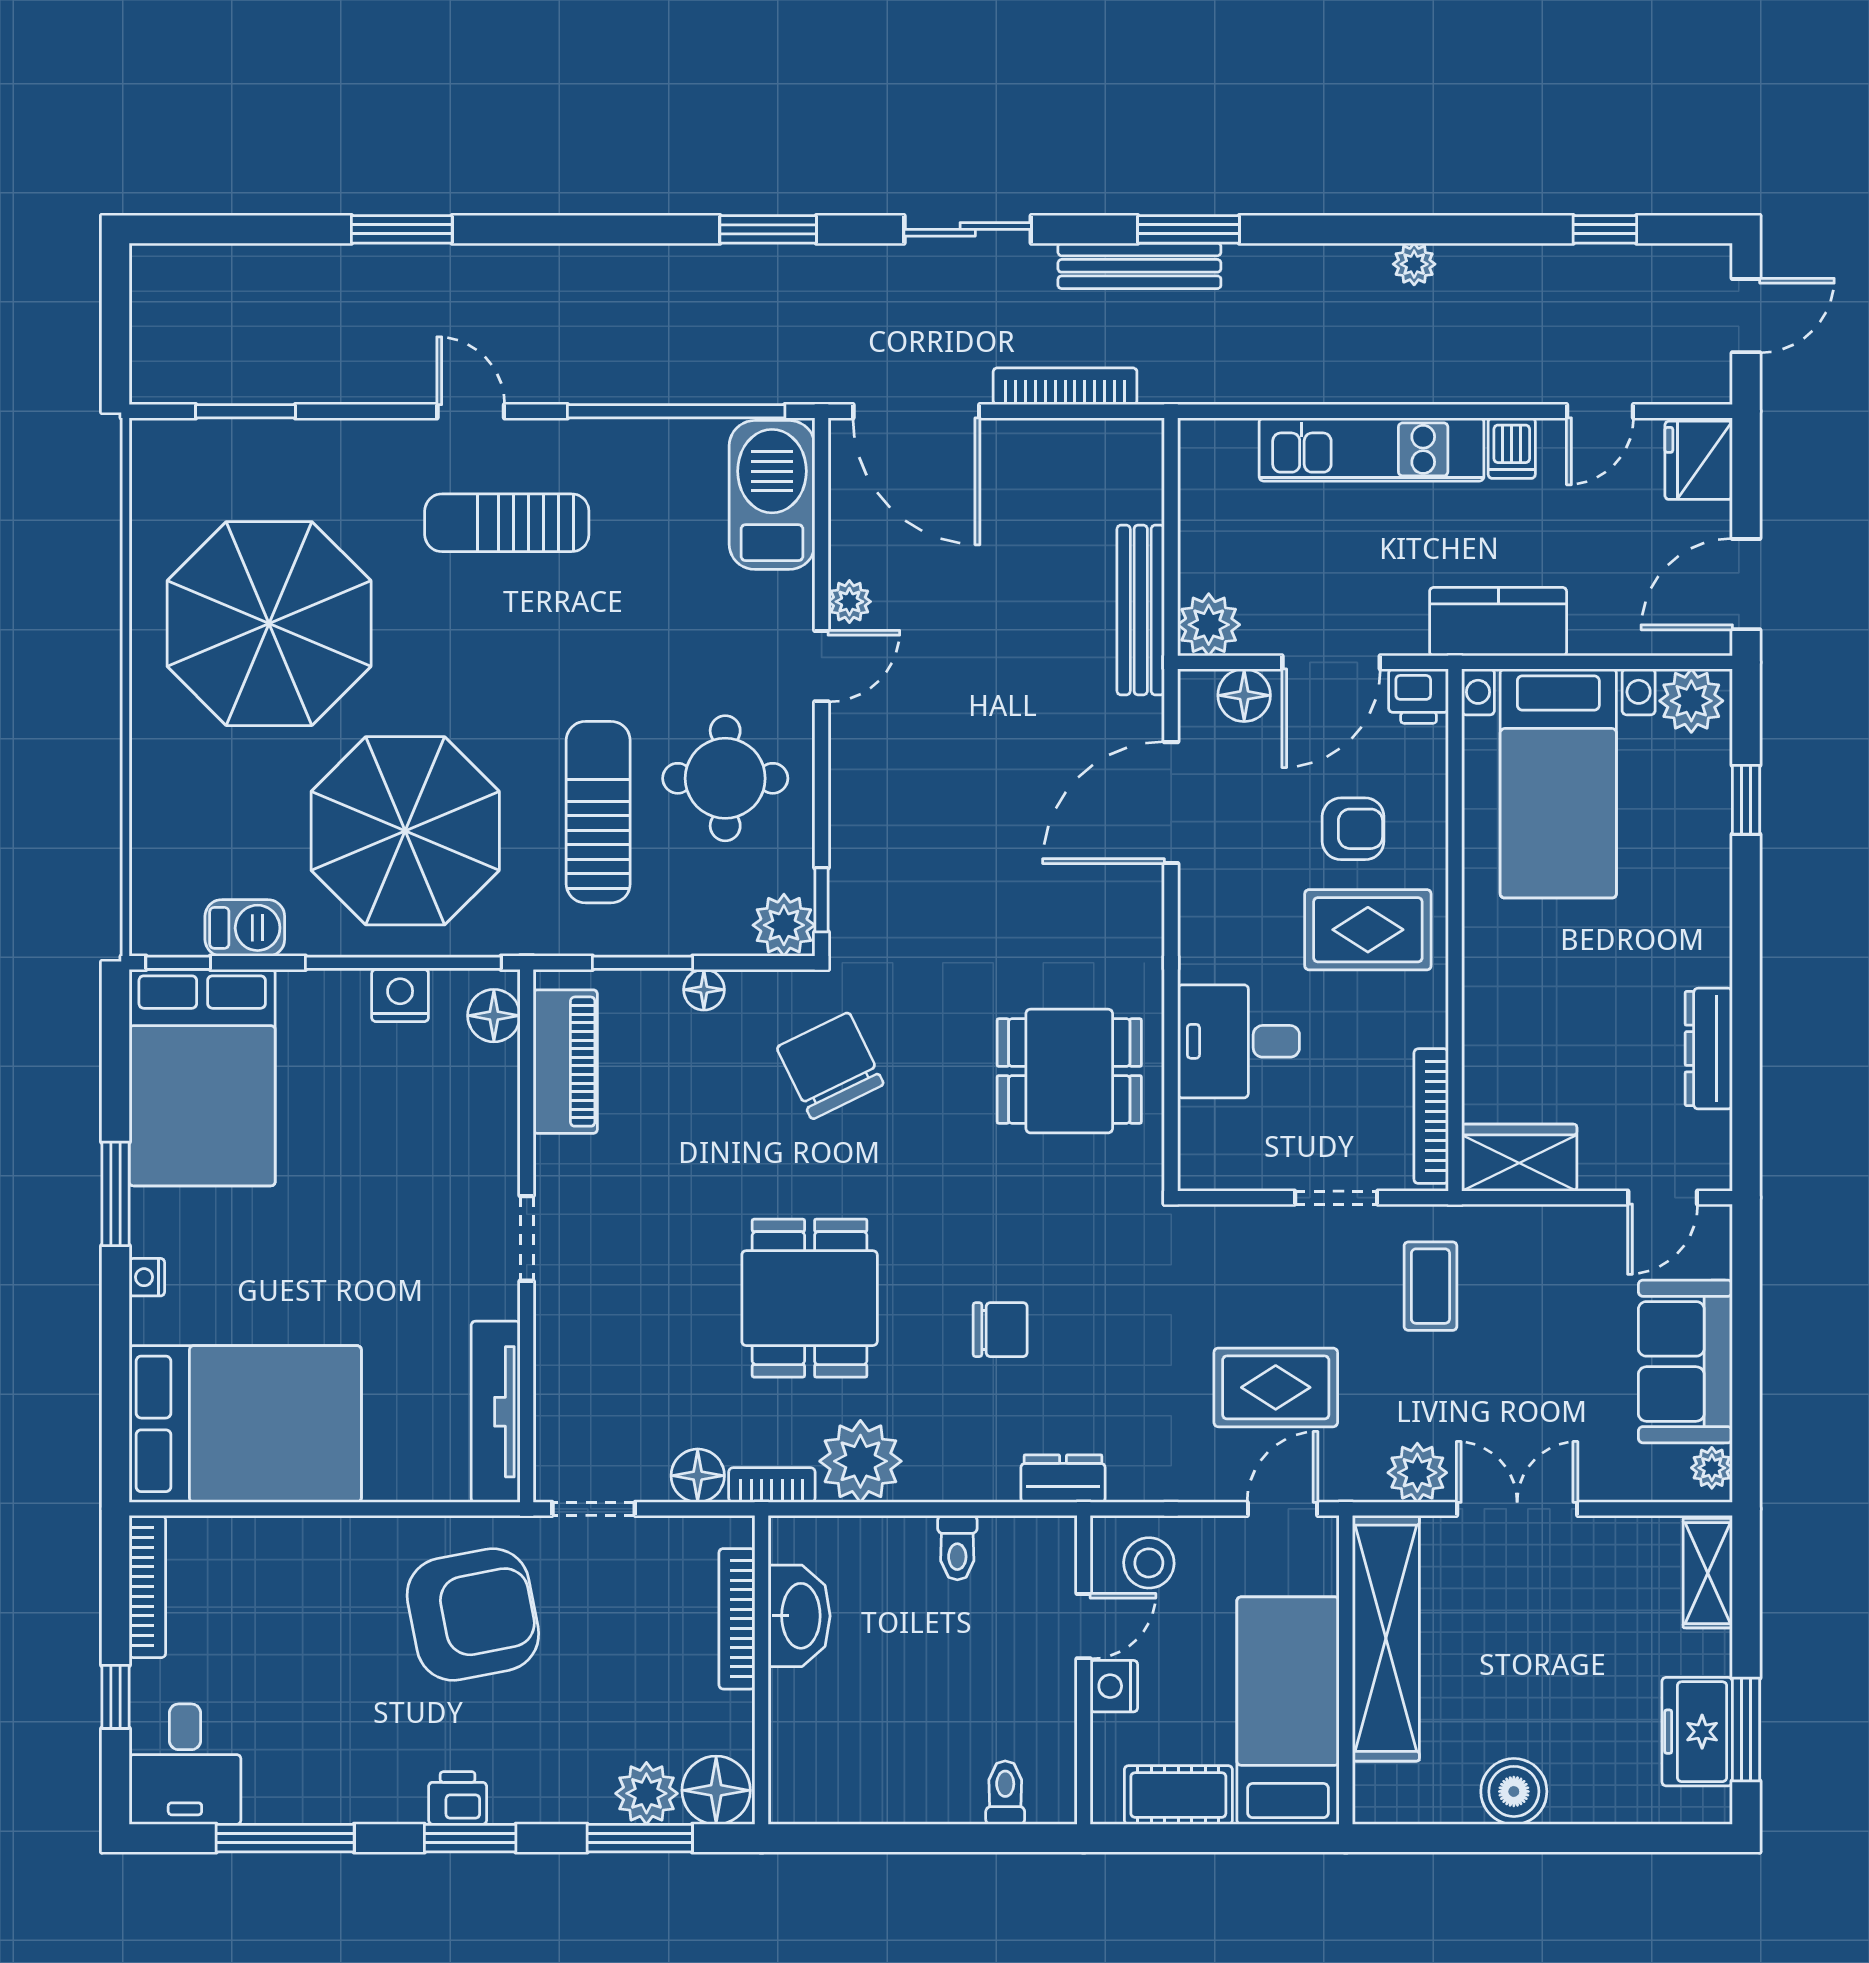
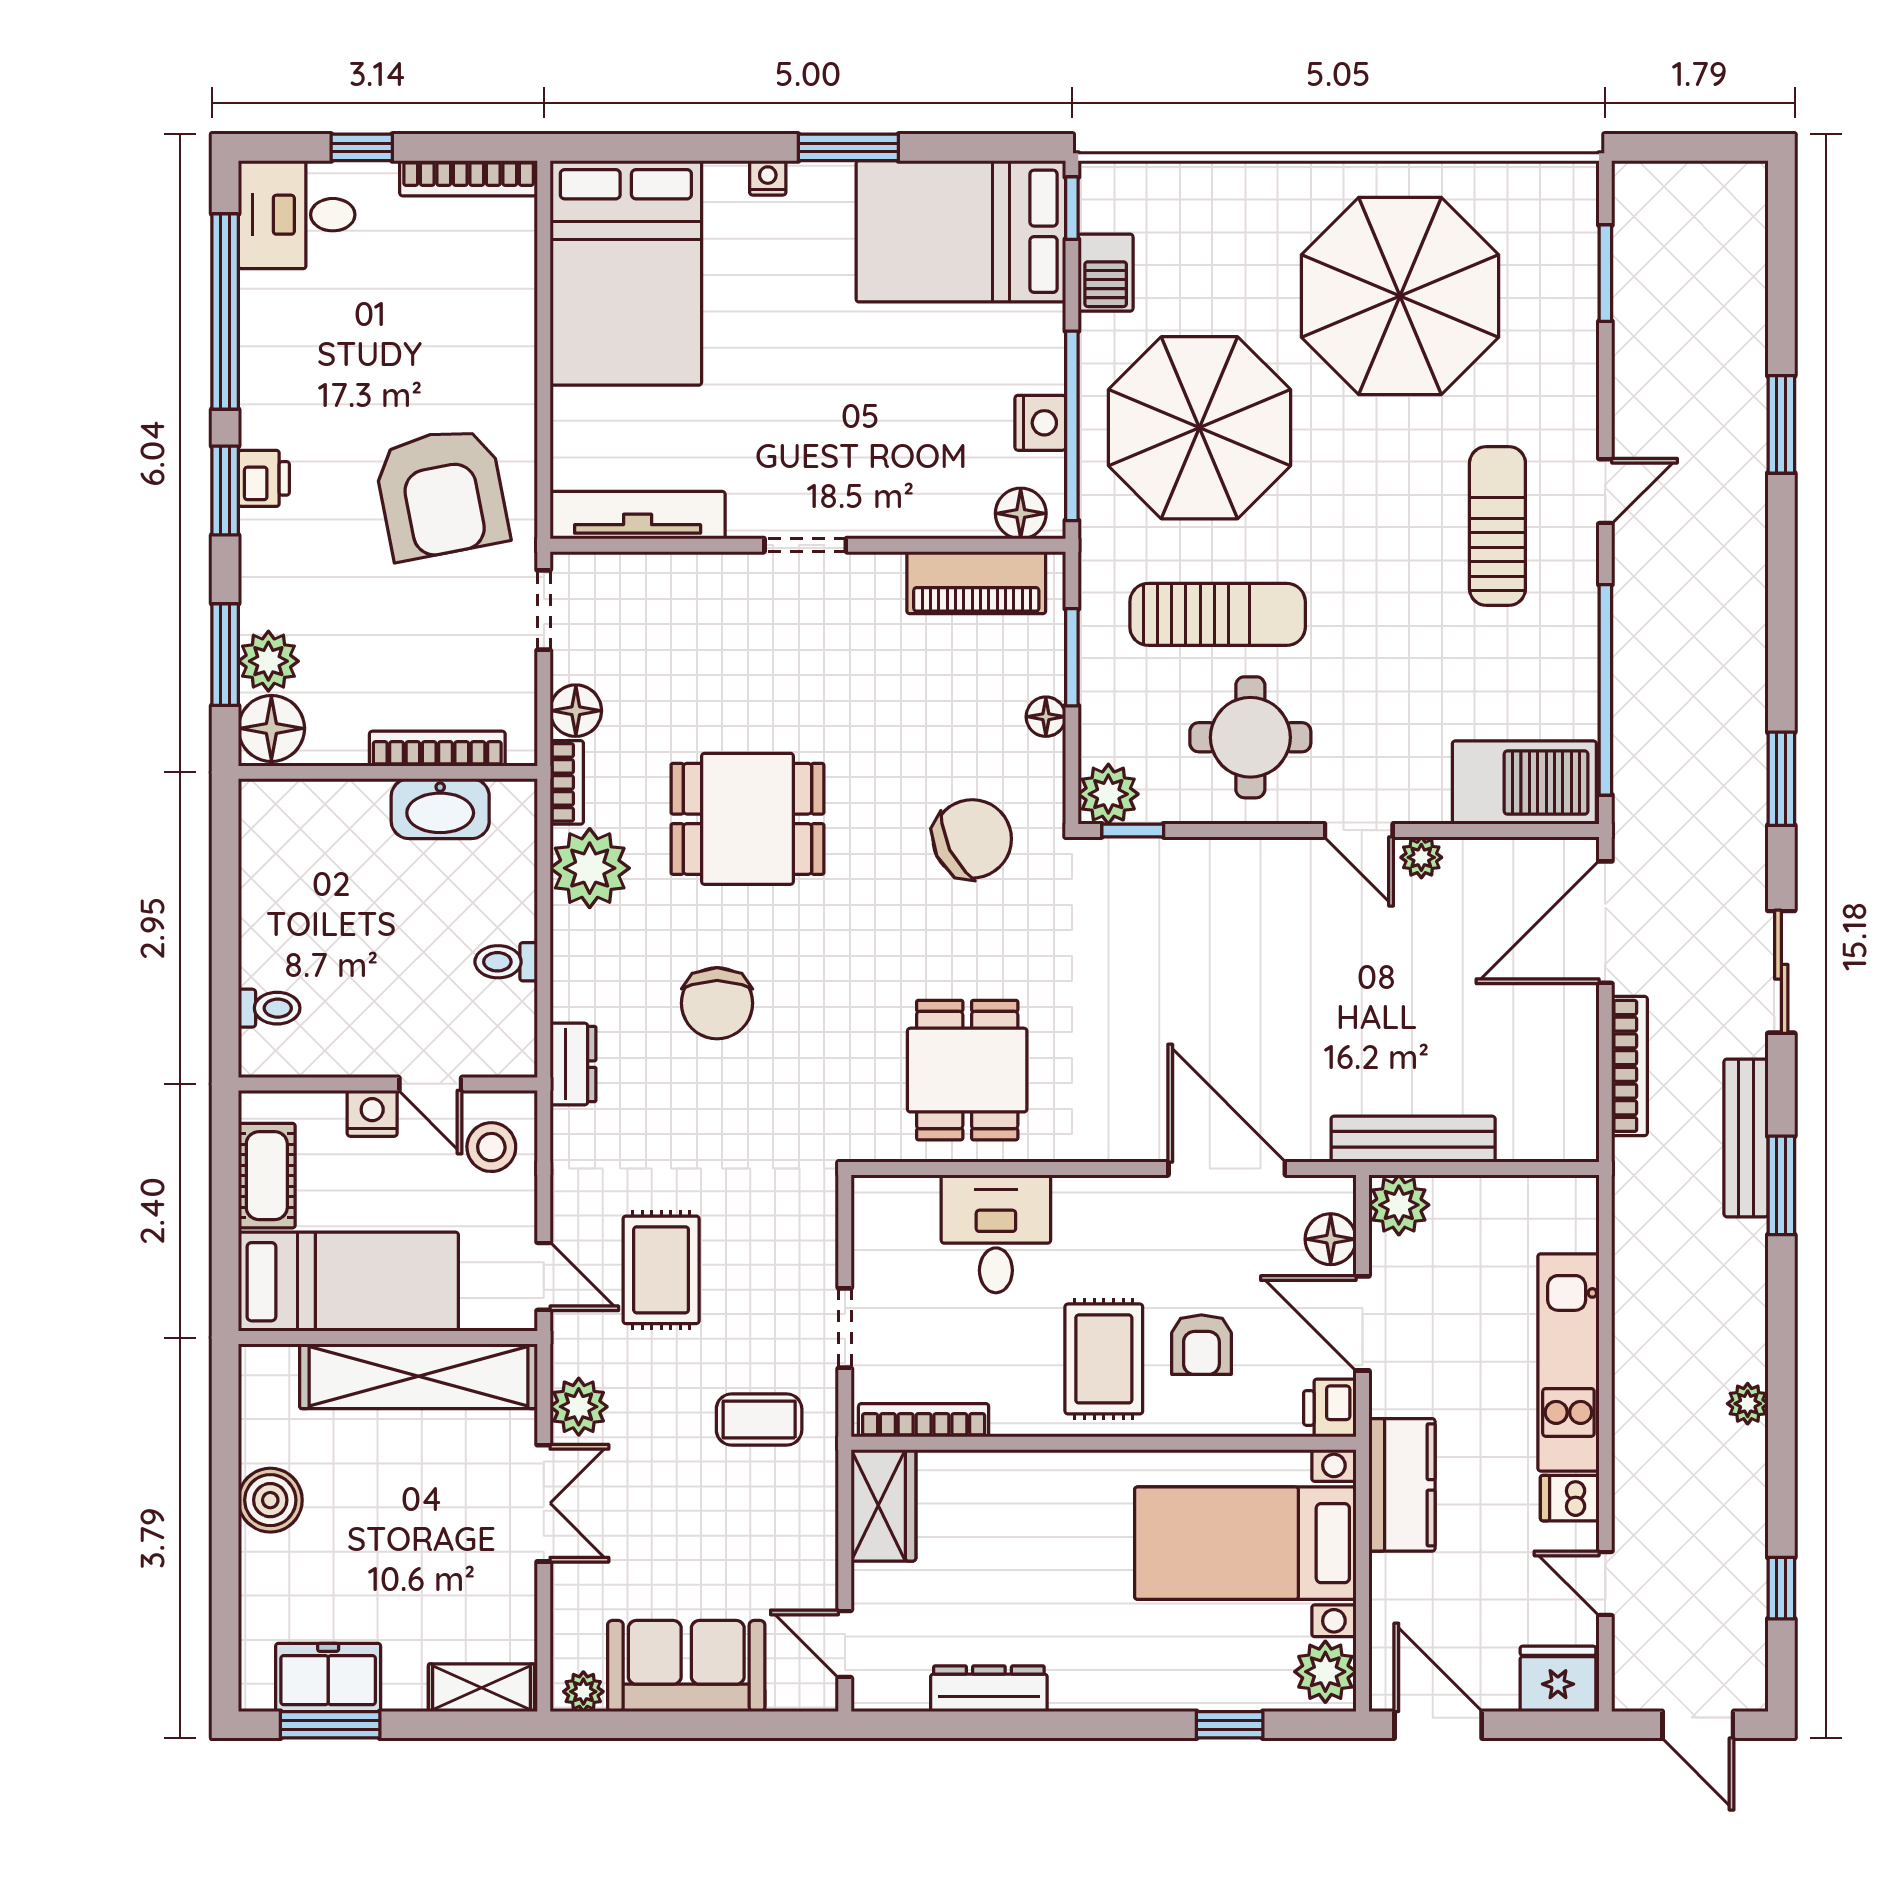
chair: (1000, 1330) -> (717, 1003), width x1.37, depth x1.37
window: (285, 1838) -> (225, 312), width x1.46

